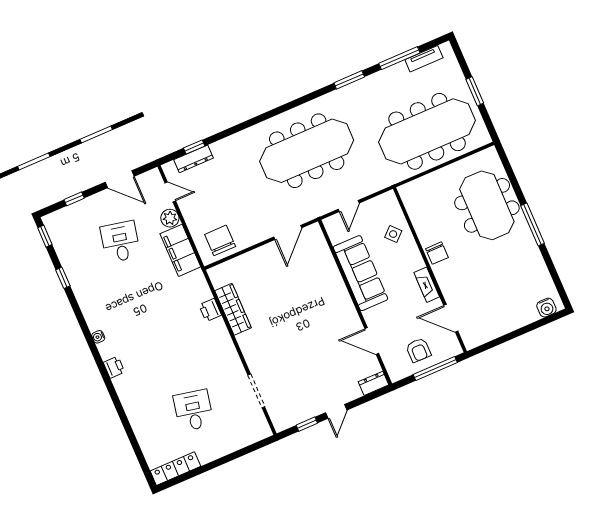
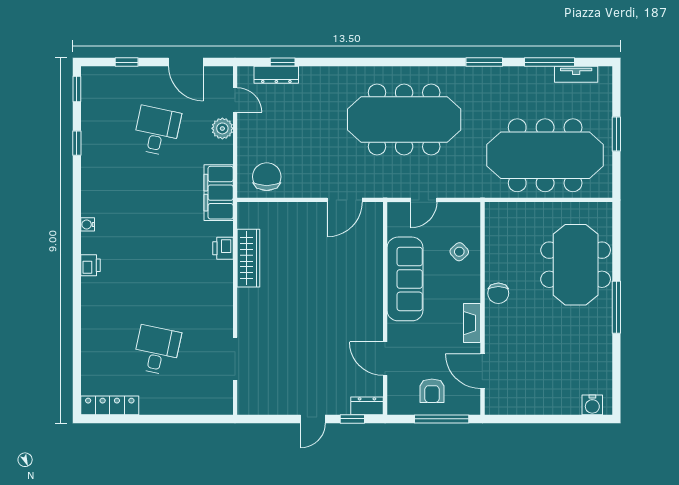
filing cabinet: (180, 250) -> (219, 193), moved
window: (307, 424) -> (352, 419), moved

